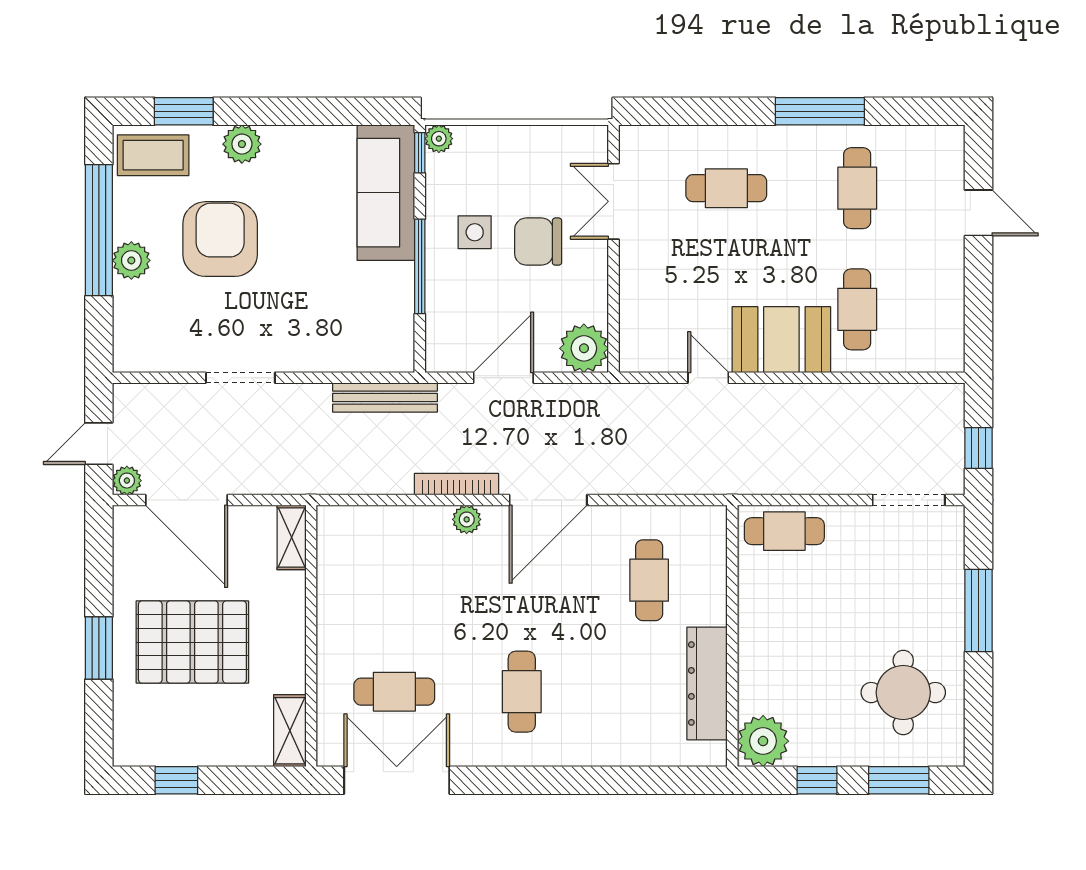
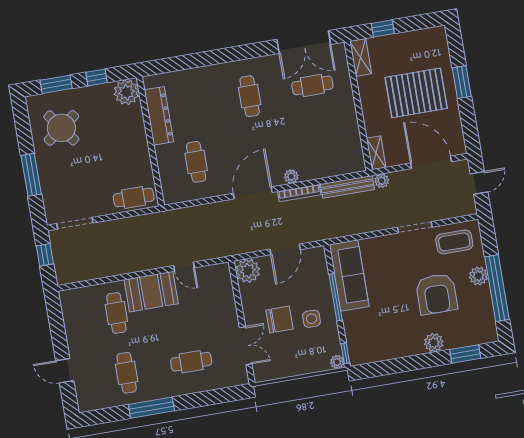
coffee table: (153, 155) -> (454, 242), moved
sofa: (386, 193) -> (349, 275), moved
bench: (385, 398) -> (347, 187), moved
plant: (127, 481) -> (382, 181), moved
round table: (903, 693) -> (61, 128), turned -36
window: (176, 780) -> (383, 28), moved

